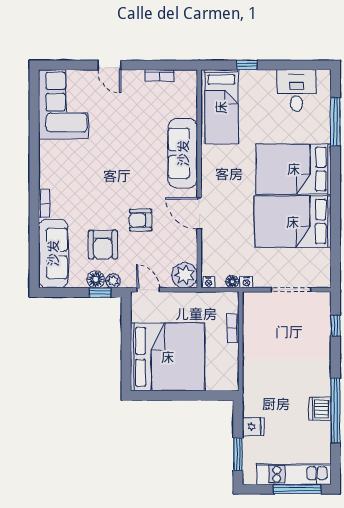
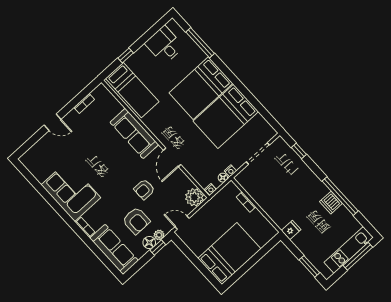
corner sofa: (63, 104) -> (71, 191), moved
door: (199, 213) -> (172, 157), hinge flipped
bed: (168, 357) -> (229, 254), width x0.73
fridge: (253, 427) -> (291, 230), moved

